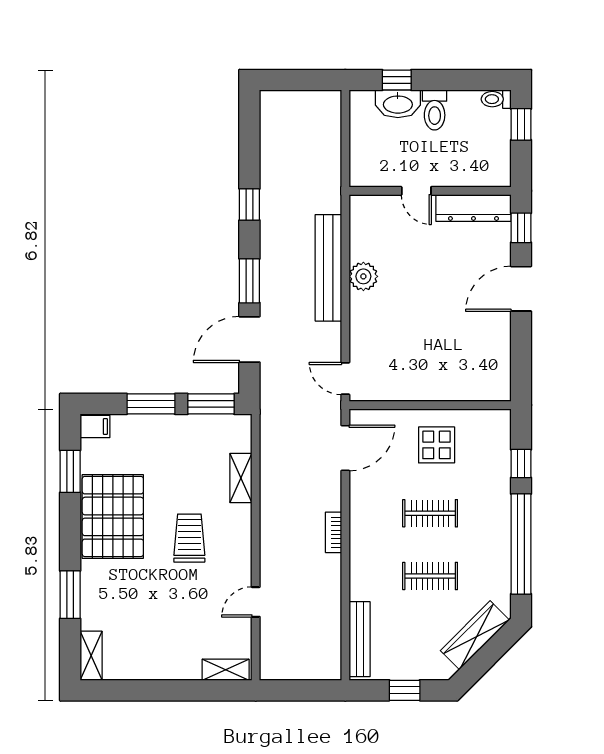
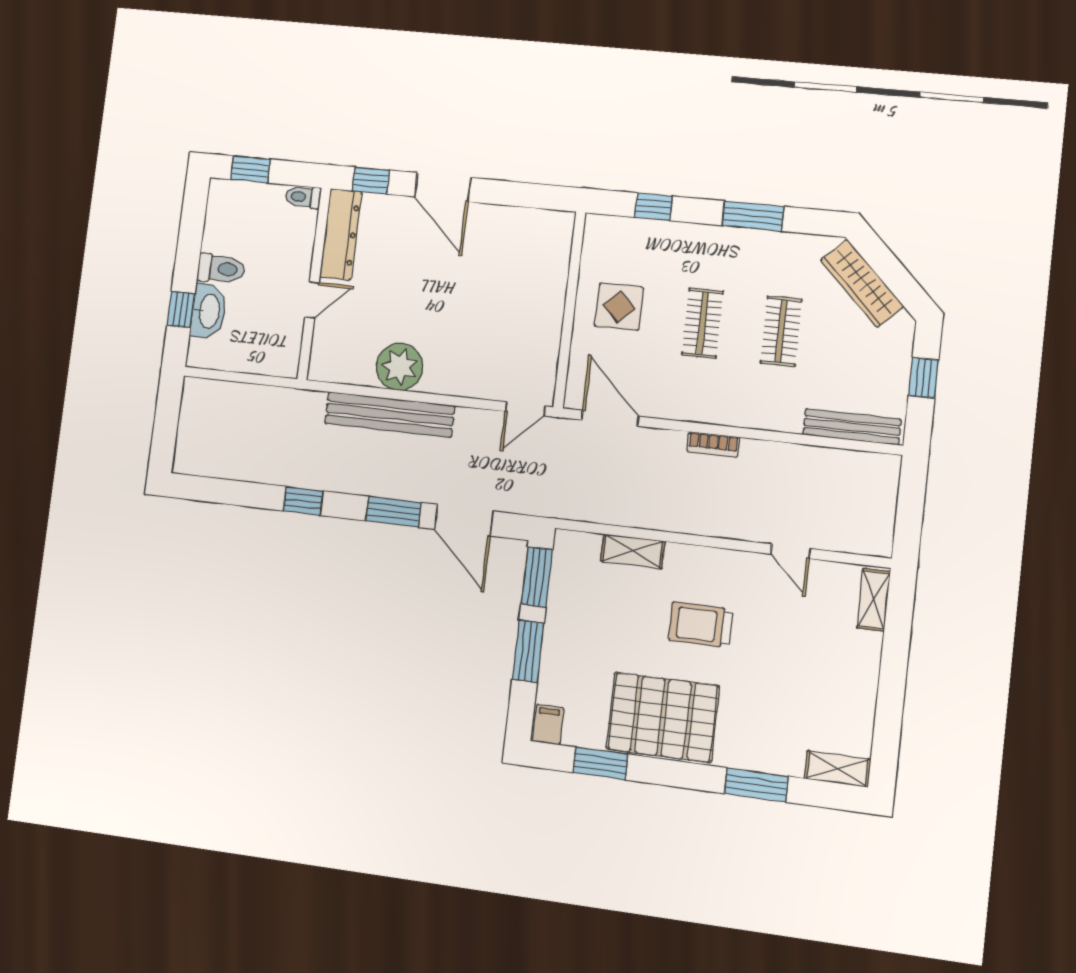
toilet: (496, 99) -> (303, 197), moved, turned 90
plant: (363, 276) -> (400, 367), width x1.36, depth x1.36
window: (521, 544) -> (753, 216), width x0.47

